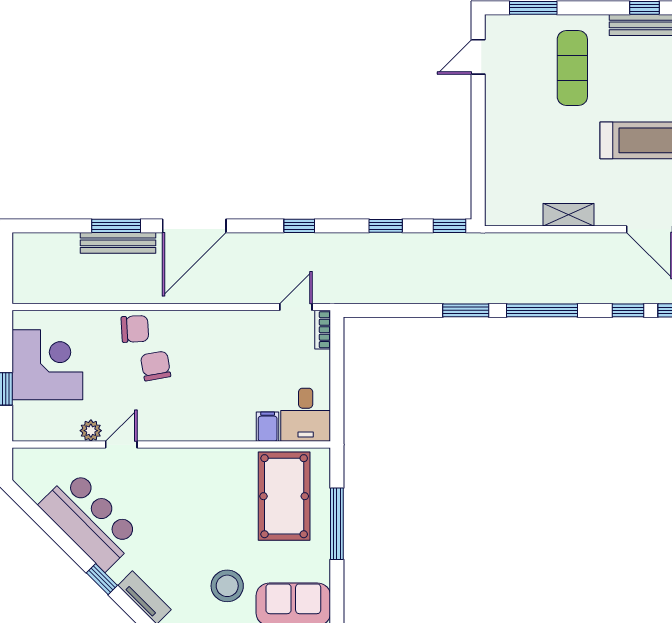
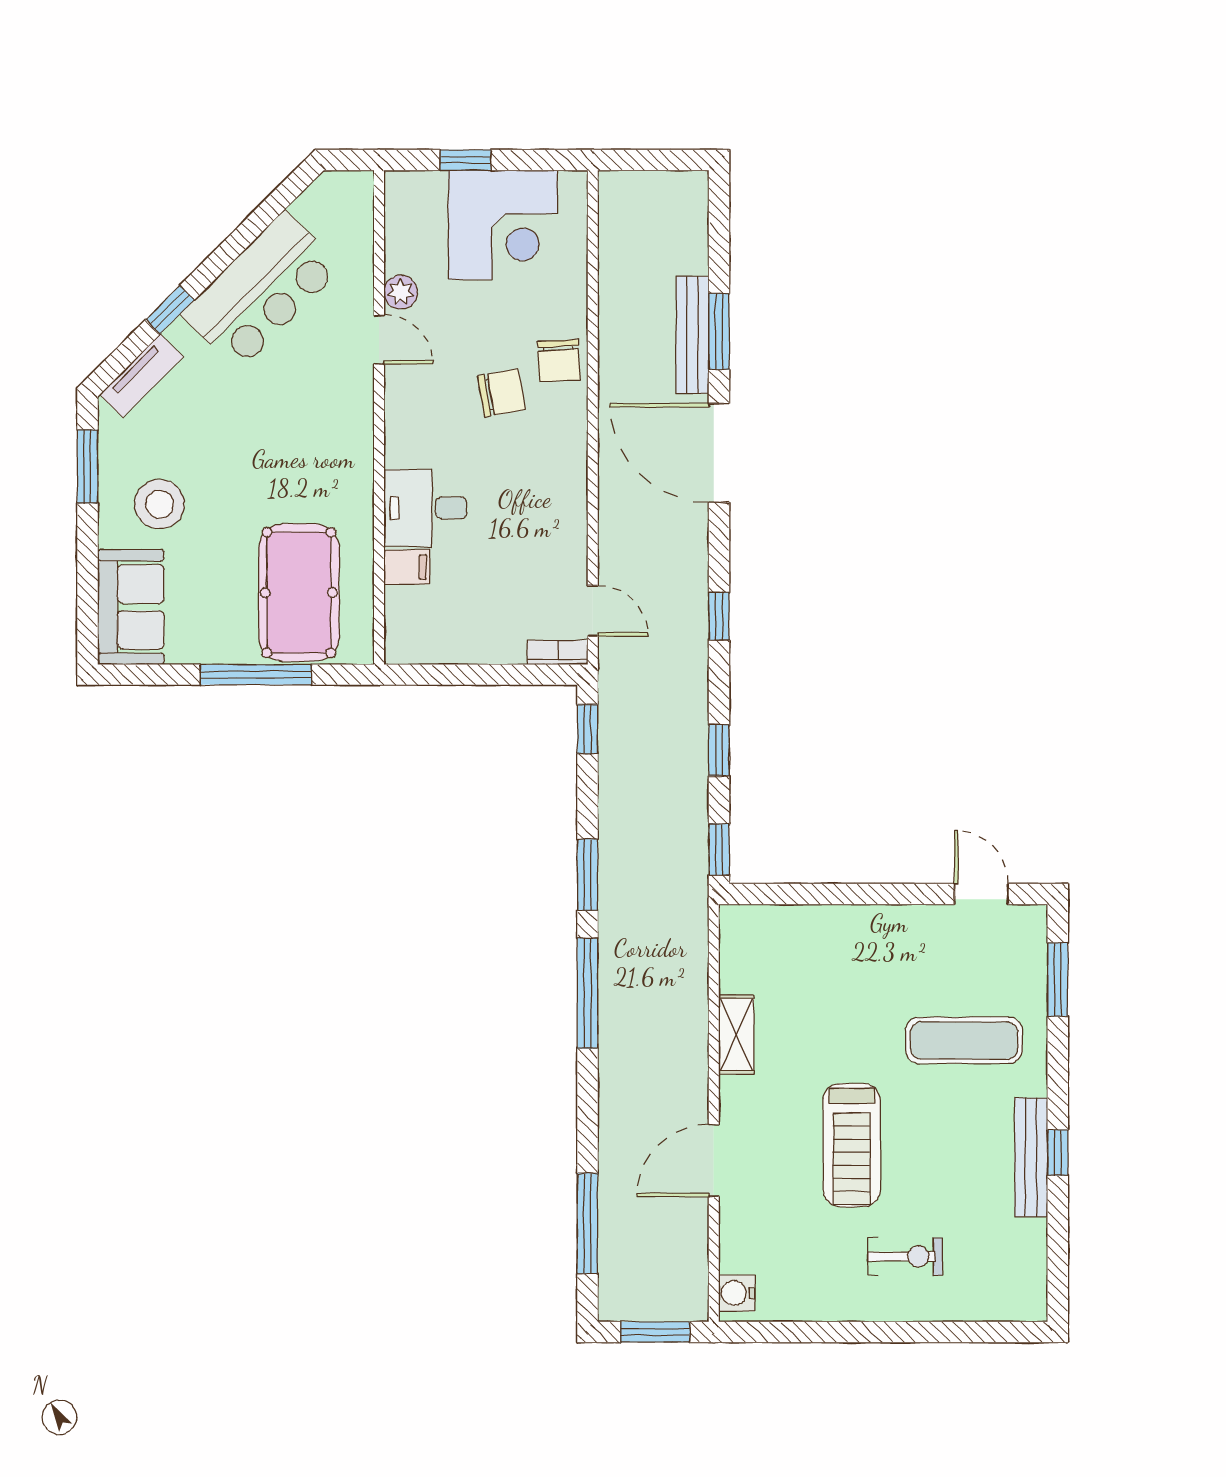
window: (628, 310) -> (588, 729), moved
desk: (306, 415) -> (425, 508), moved
pool table: (284, 496) -> (299, 593), turned 90

